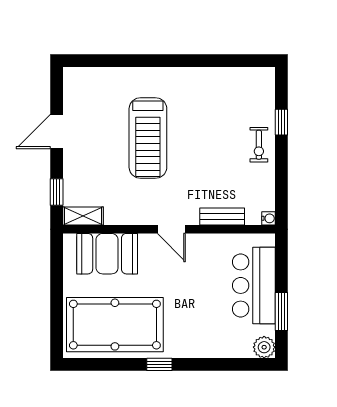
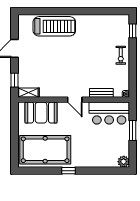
window: (281, 122) -> (133, 31), moved
treadmill: (148, 138) -> (54, 26), moved, turned -90
bar counter: (254, 285) -> (109, 113), moved, turned -90
window: (281, 311) -> (133, 131), moved

